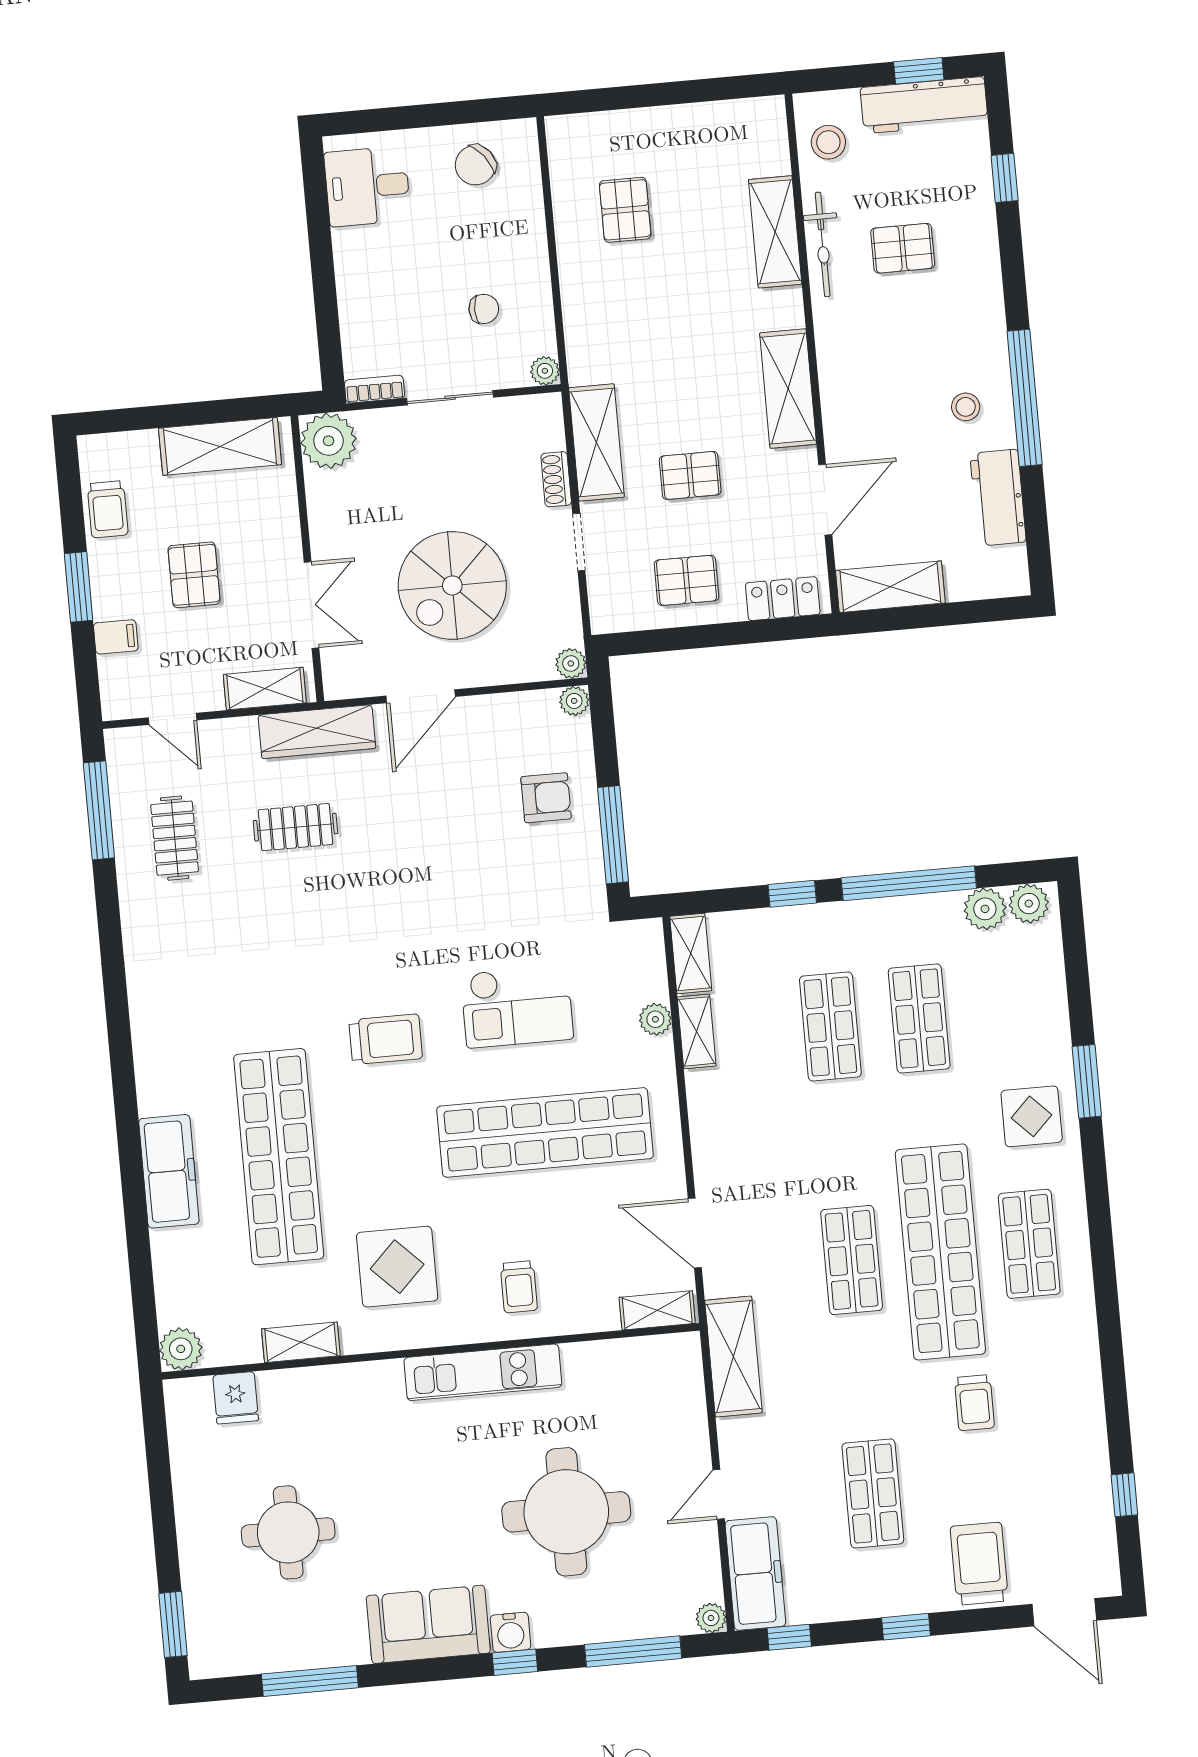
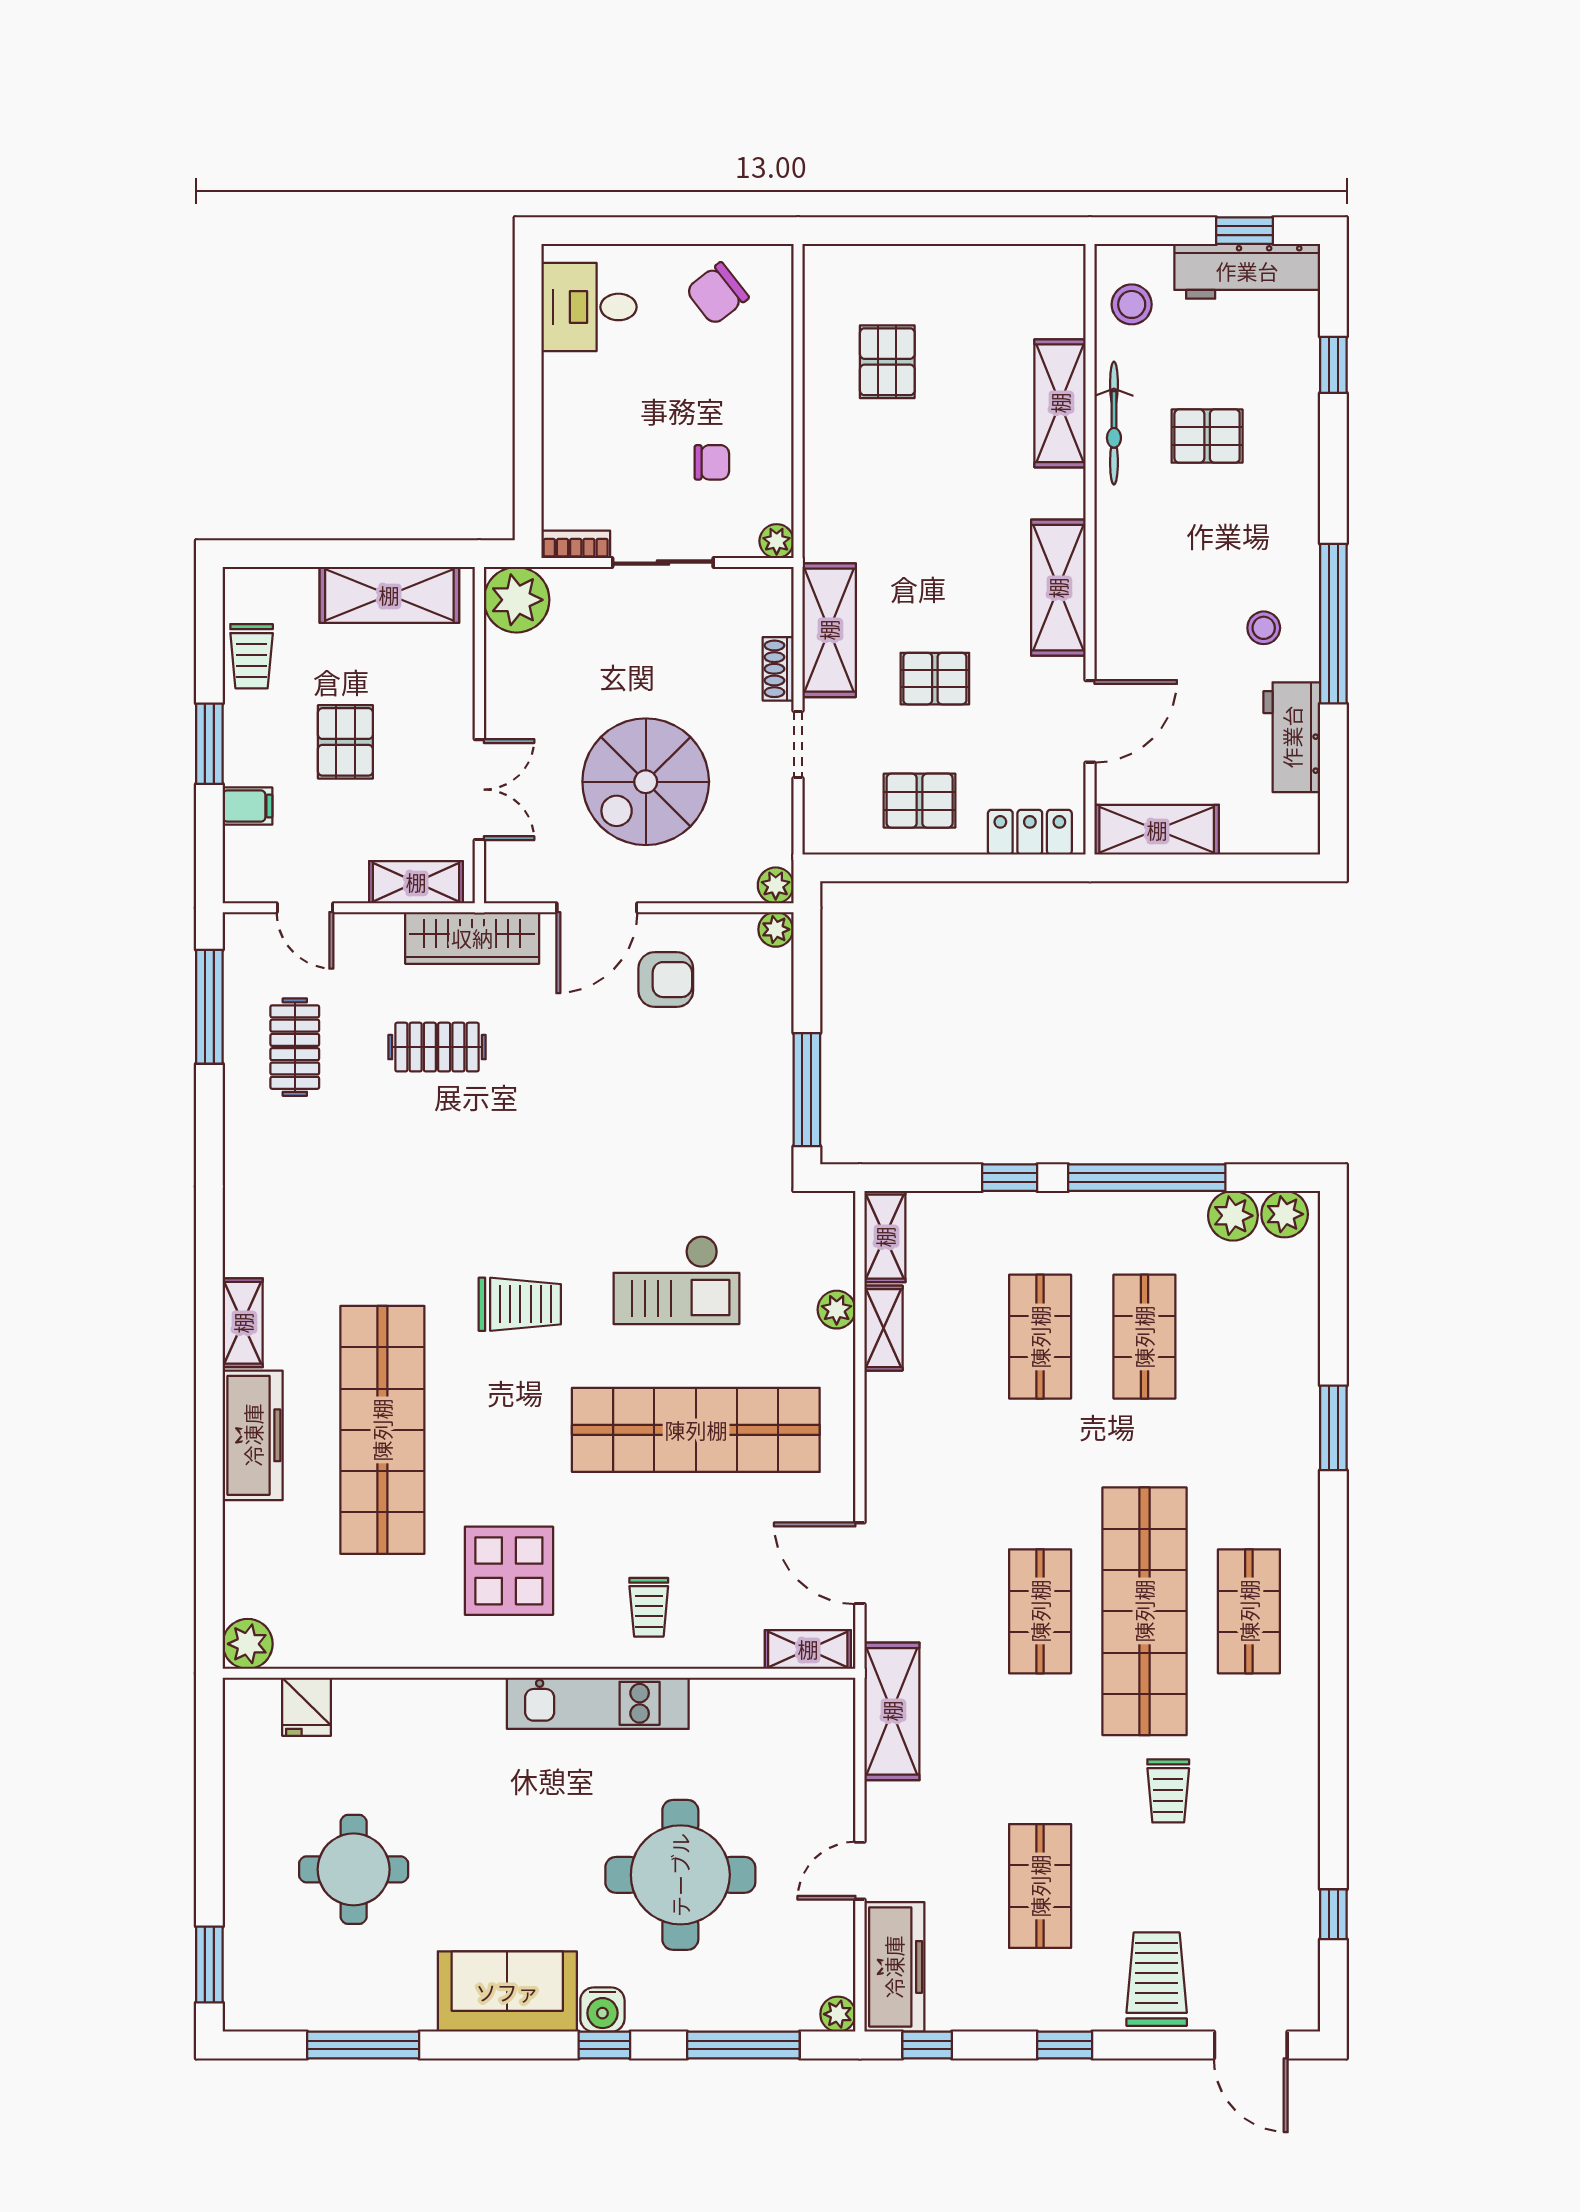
armchair: (546, 798) -> (666, 980), moved
display table: (1032, 1116) -> (1265, 1463), removed
shelving: (301, 1342) -> (243, 1323), moved, turned 90

